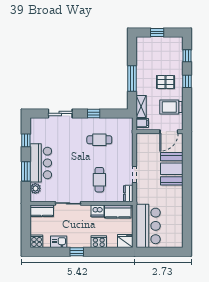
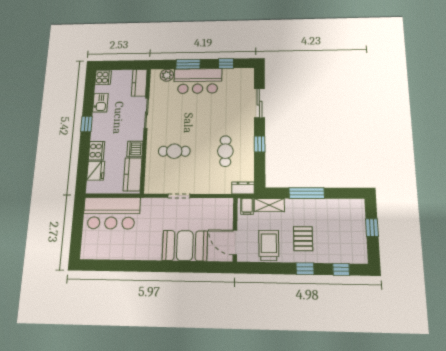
dresser: (128, 193) -> (243, 188), moved
fridge: (125, 241) -> (96, 171), moved

